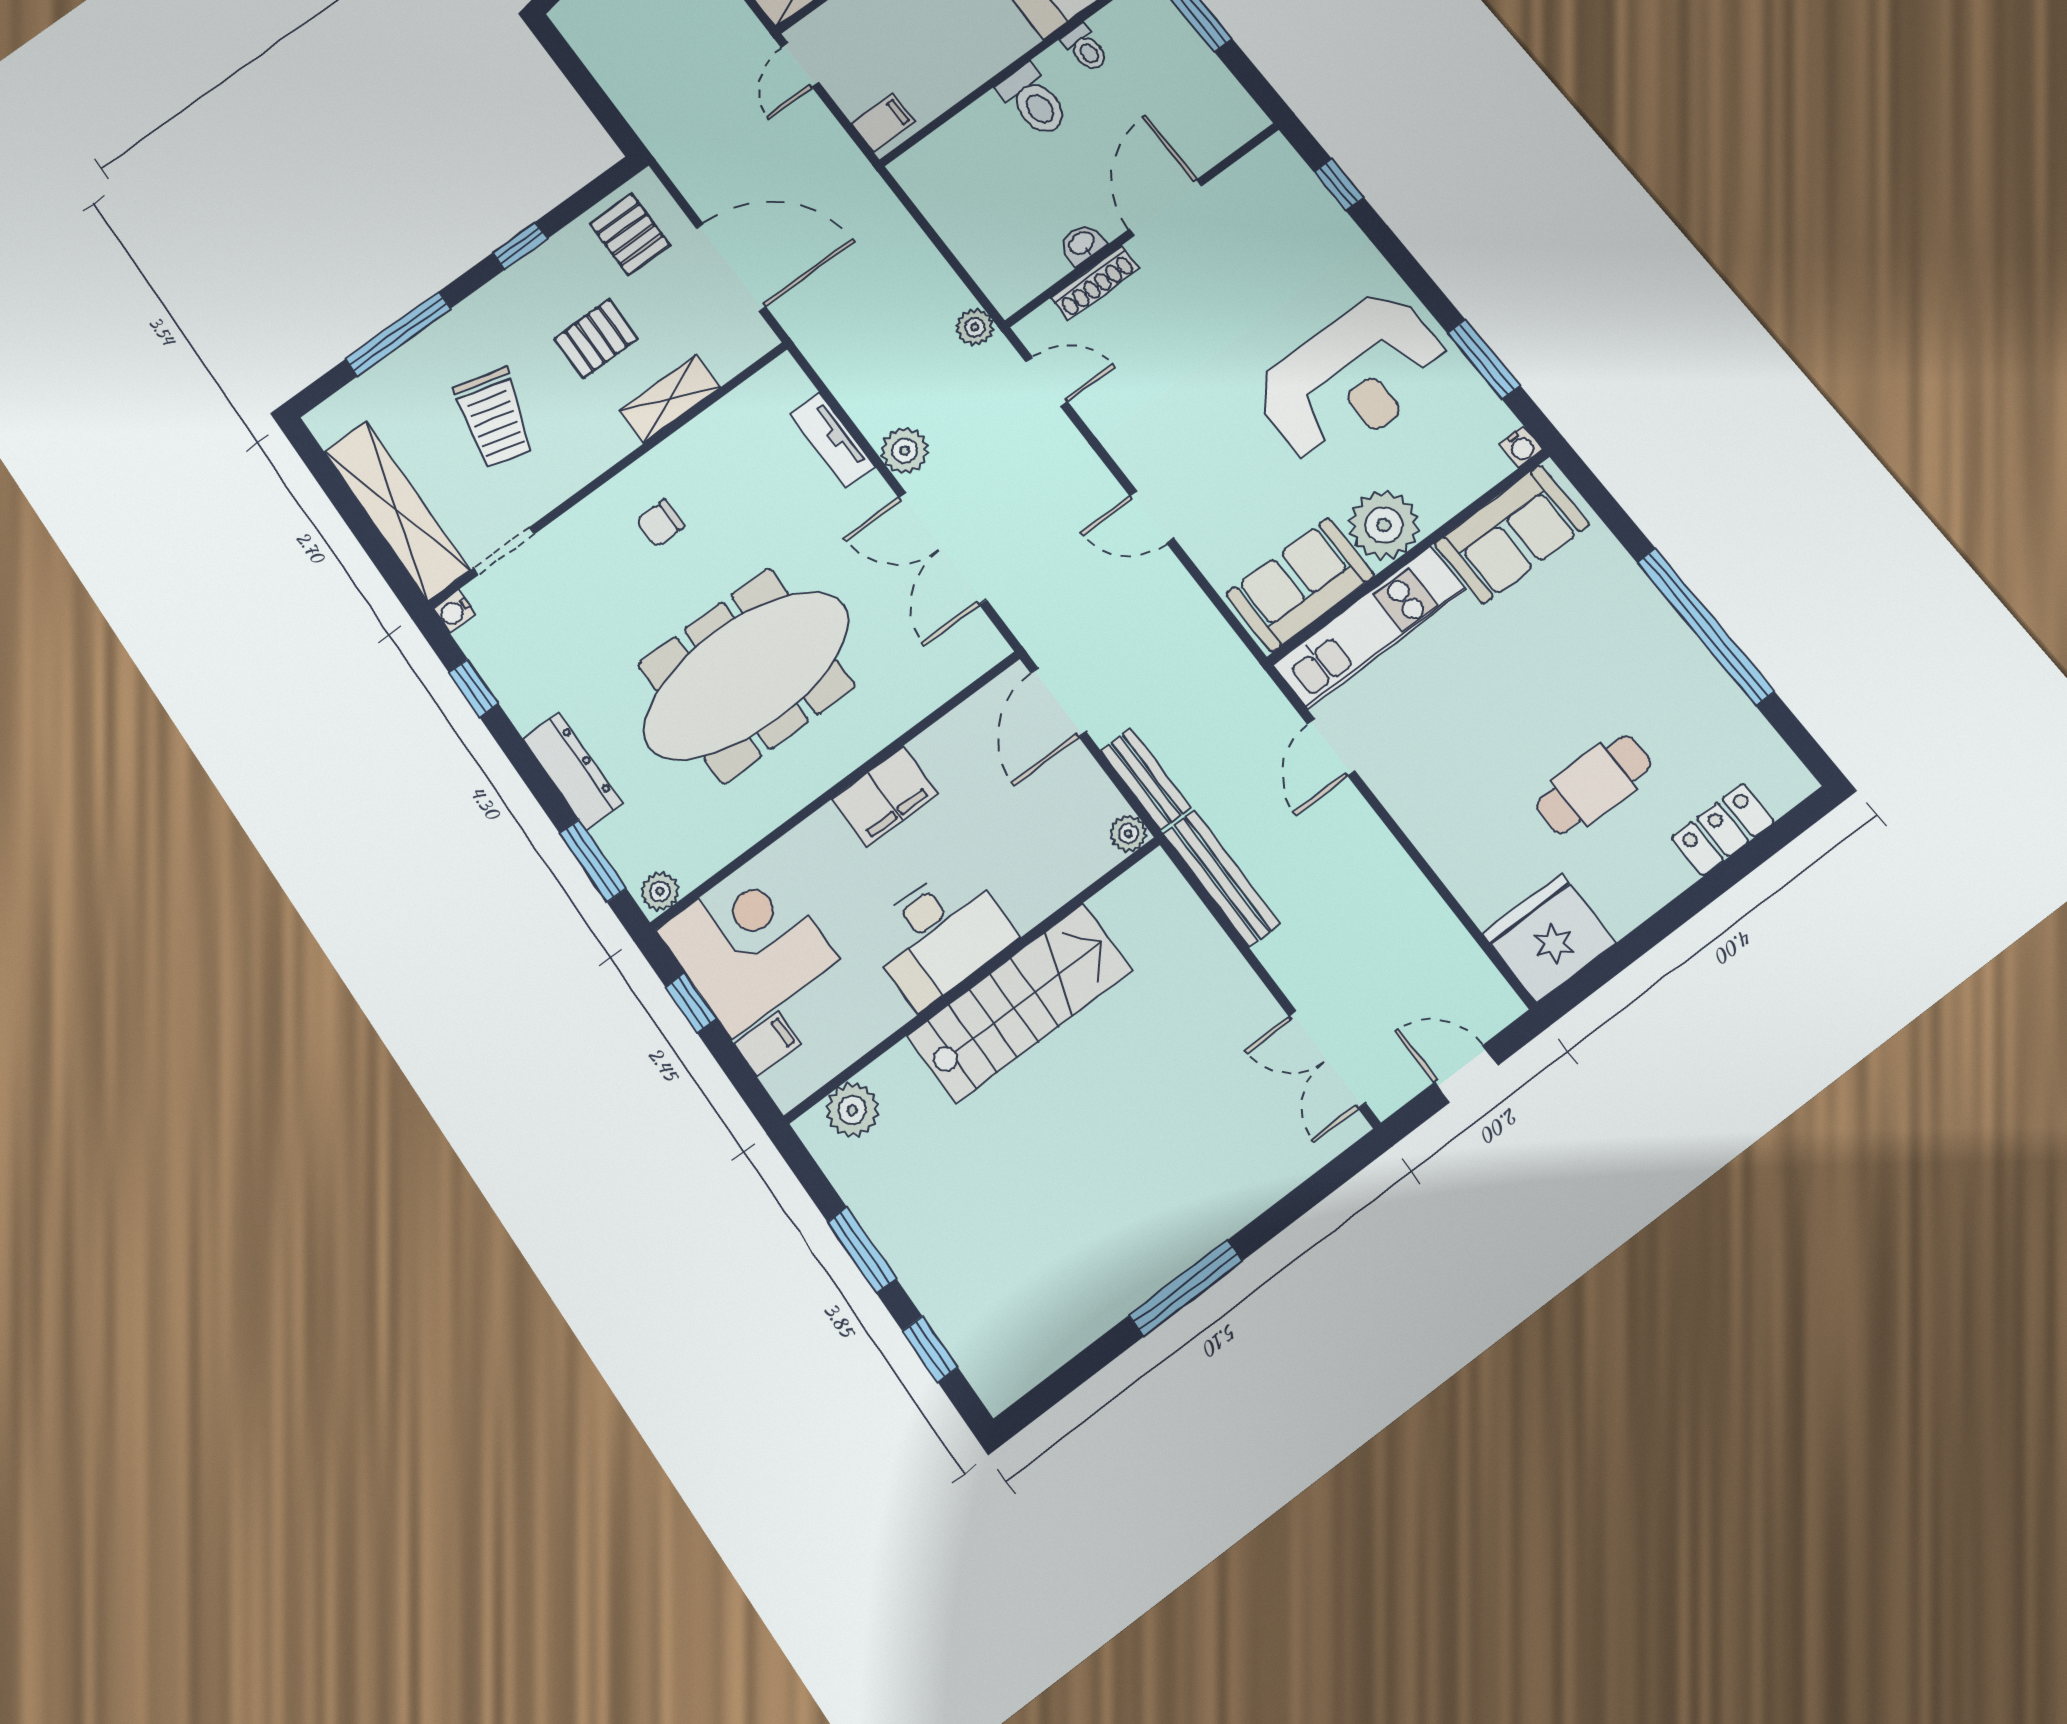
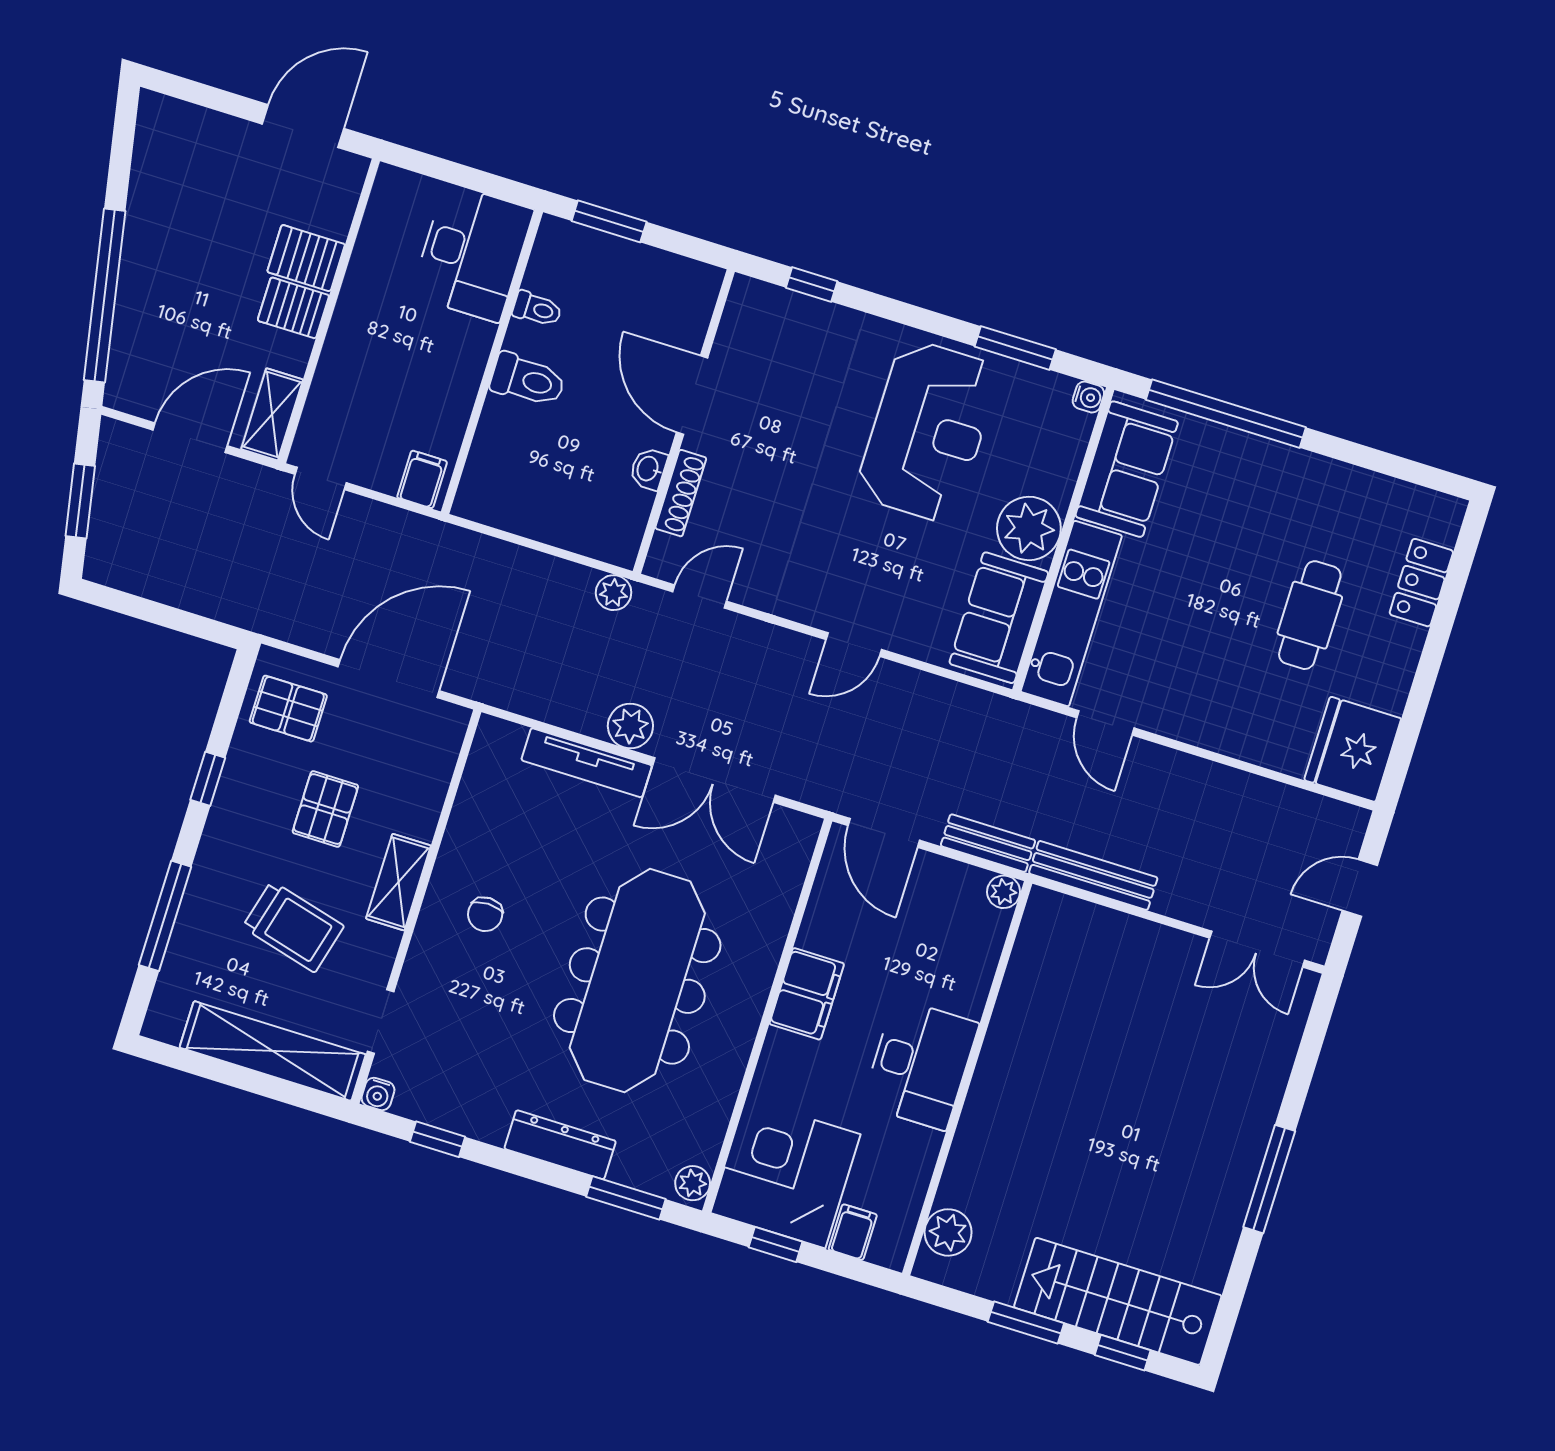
shelving: (670, 399) -> (398, 882), moved
tv unit: (832, 440) -> (587, 763), width x1.41
window: (1705, 627) -> (1226, 414), moved
stairs: (1020, 1003) -> (1118, 1301), moved, turned -90

